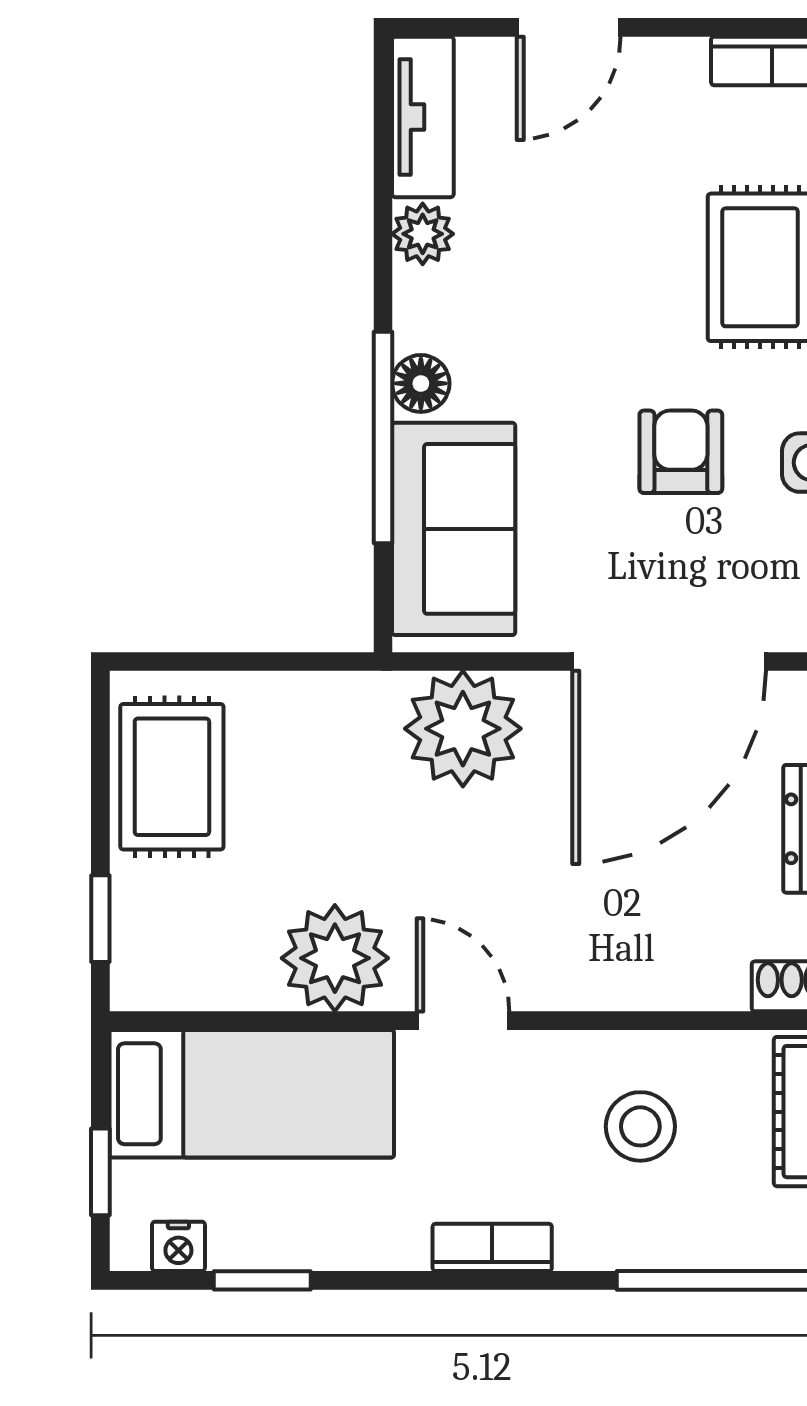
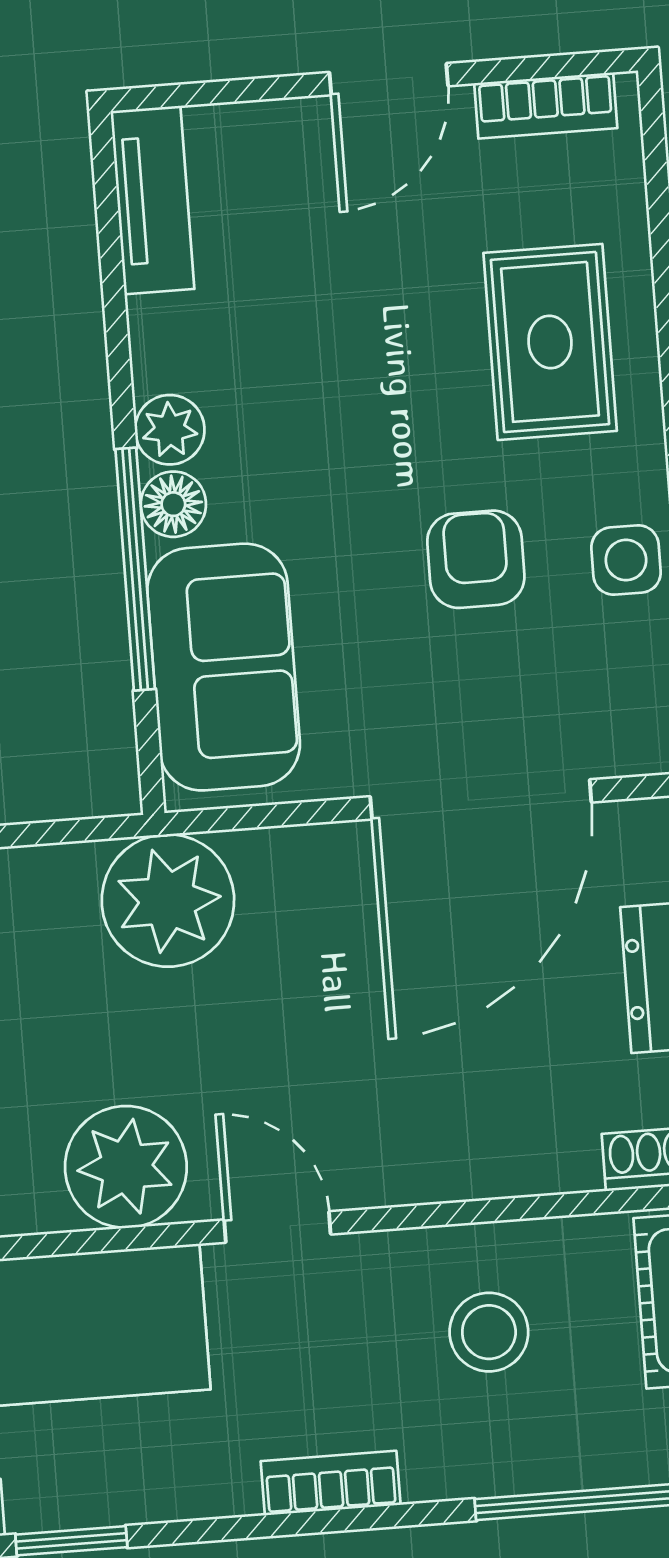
door: (569, 27) -> (389, 79), moved
plant: (423, 234) -> (170, 430), moved
plant: (463, 729) -> (168, 901), moved

